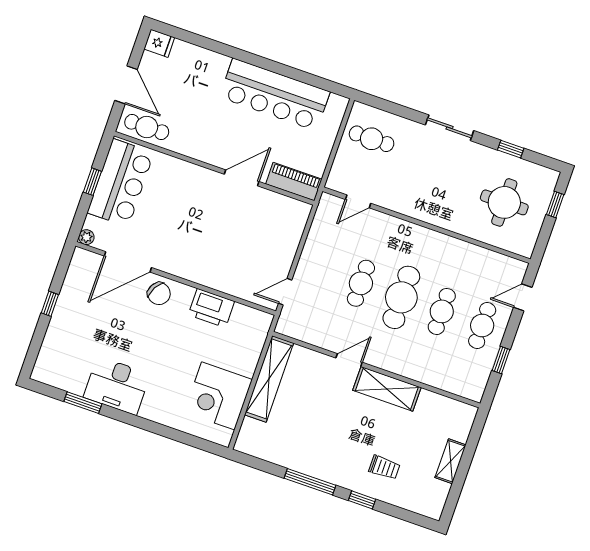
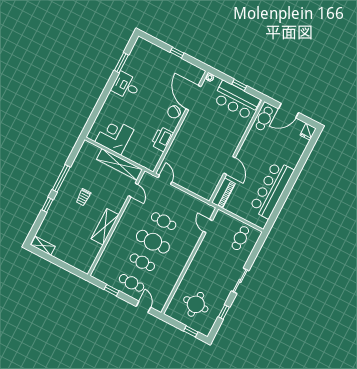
door: (349, 360) -> (133, 190), moved
desk: (117, 386) -> (126, 86), width x0.73
shelving: (450, 461) -> (43, 246), moved
trolley: (384, 467) -> (83, 197), moved

